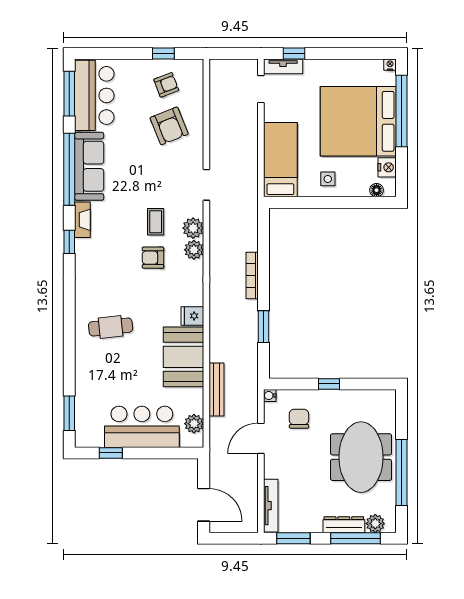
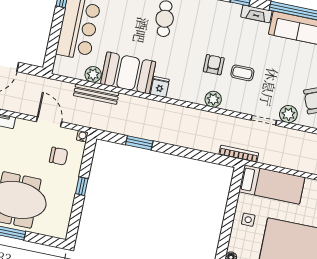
plant: (193, 228) -> (288, 114), moved
bookcase: (252, 275) -> (239, 154), moved
plant: (194, 424) -> (93, 74), moved

